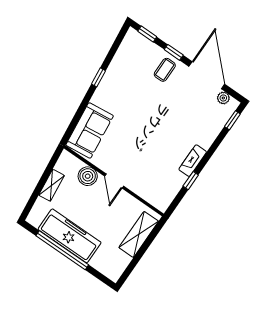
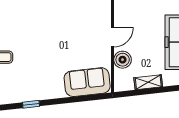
window: (99, 77) -> (31, 104), moved

